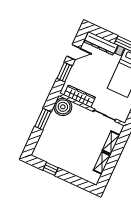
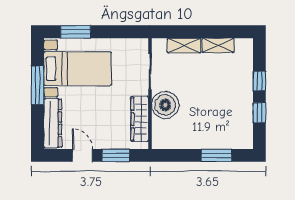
boiler: (63, 107) -> (165, 105), moved
window: (43, 119) -> (216, 155), moved
window: (69, 178) -> (259, 81), added

